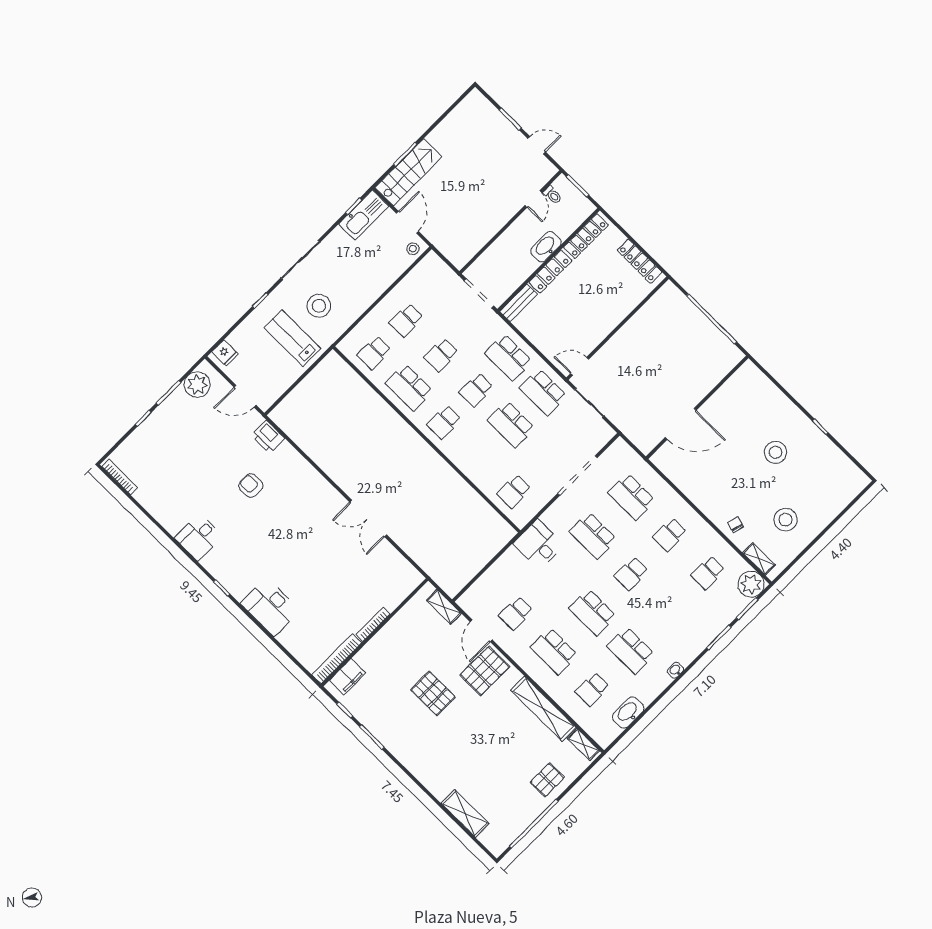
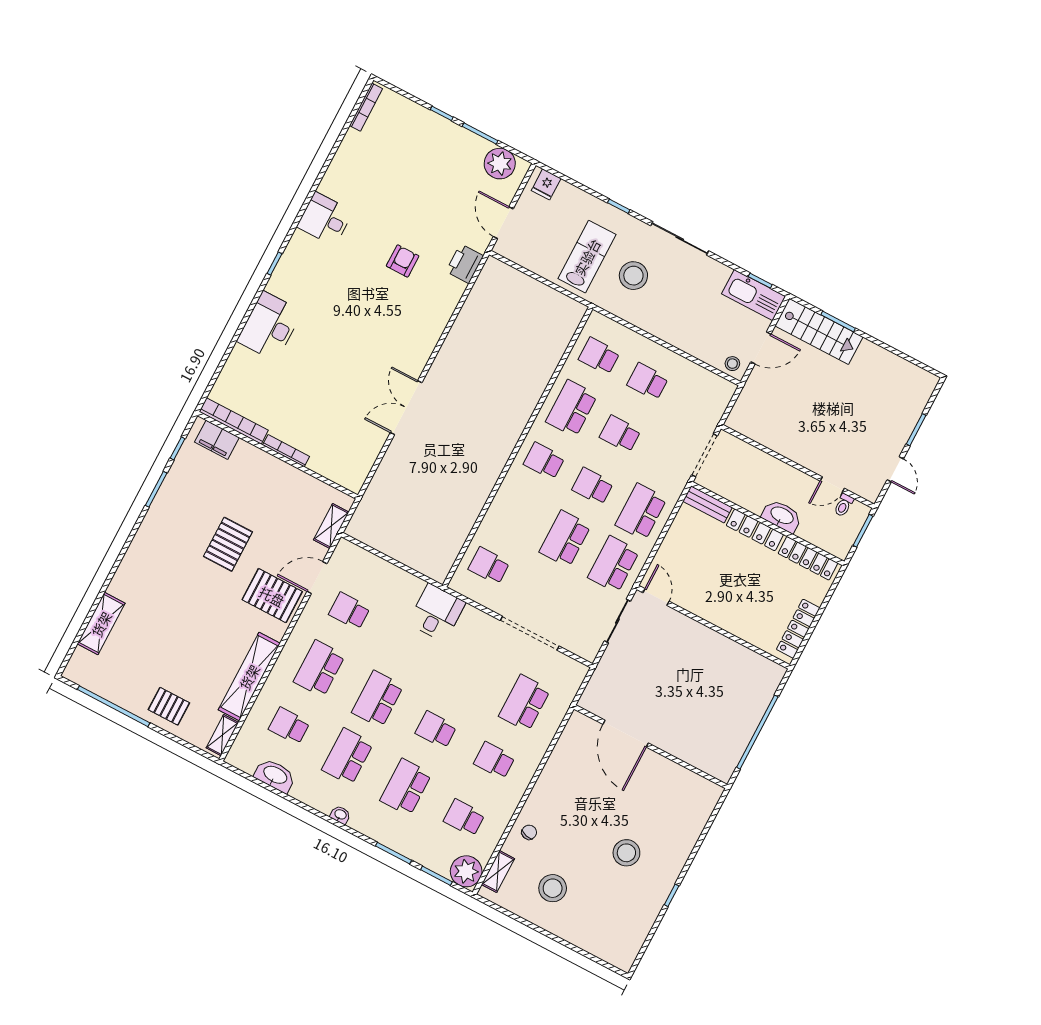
school desk: (593, 536) -> (406, 787), moved

